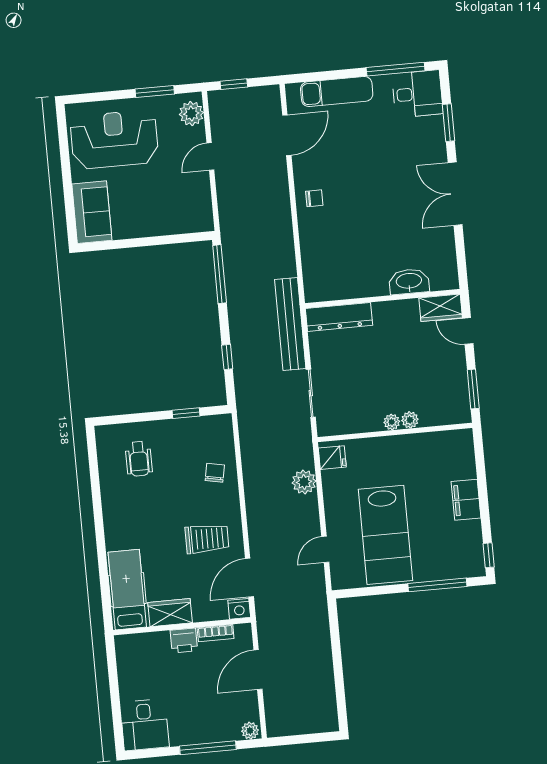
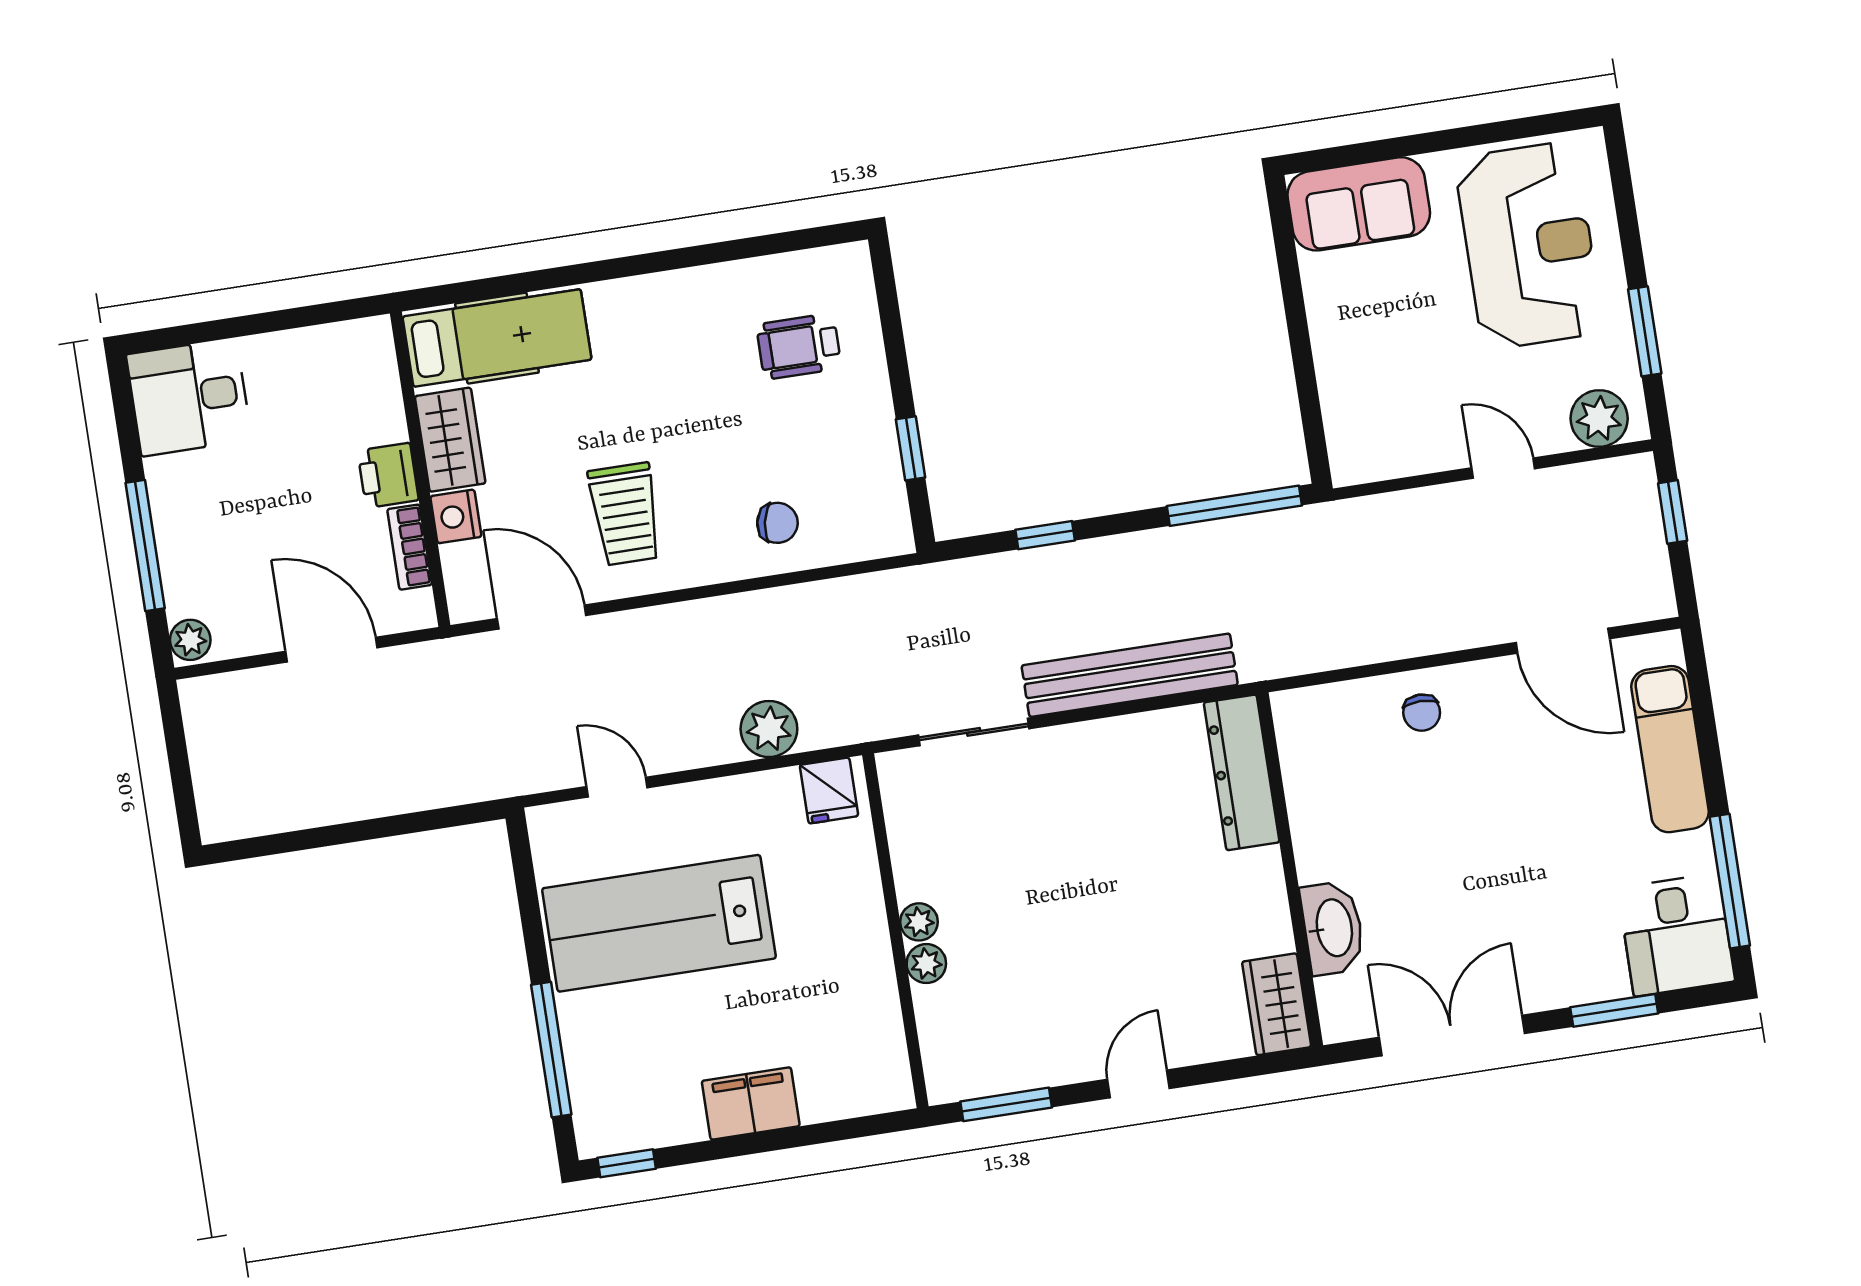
washbasin: (409, 282) -> (1333, 928), moved
wall: (383, 299) -> (1290, 870), moved
wardrobe: (441, 308) -> (1277, 1004), moved
dresser: (339, 317) -> (1242, 772), moved
nightstand: (239, 609) -> (456, 516), moved

